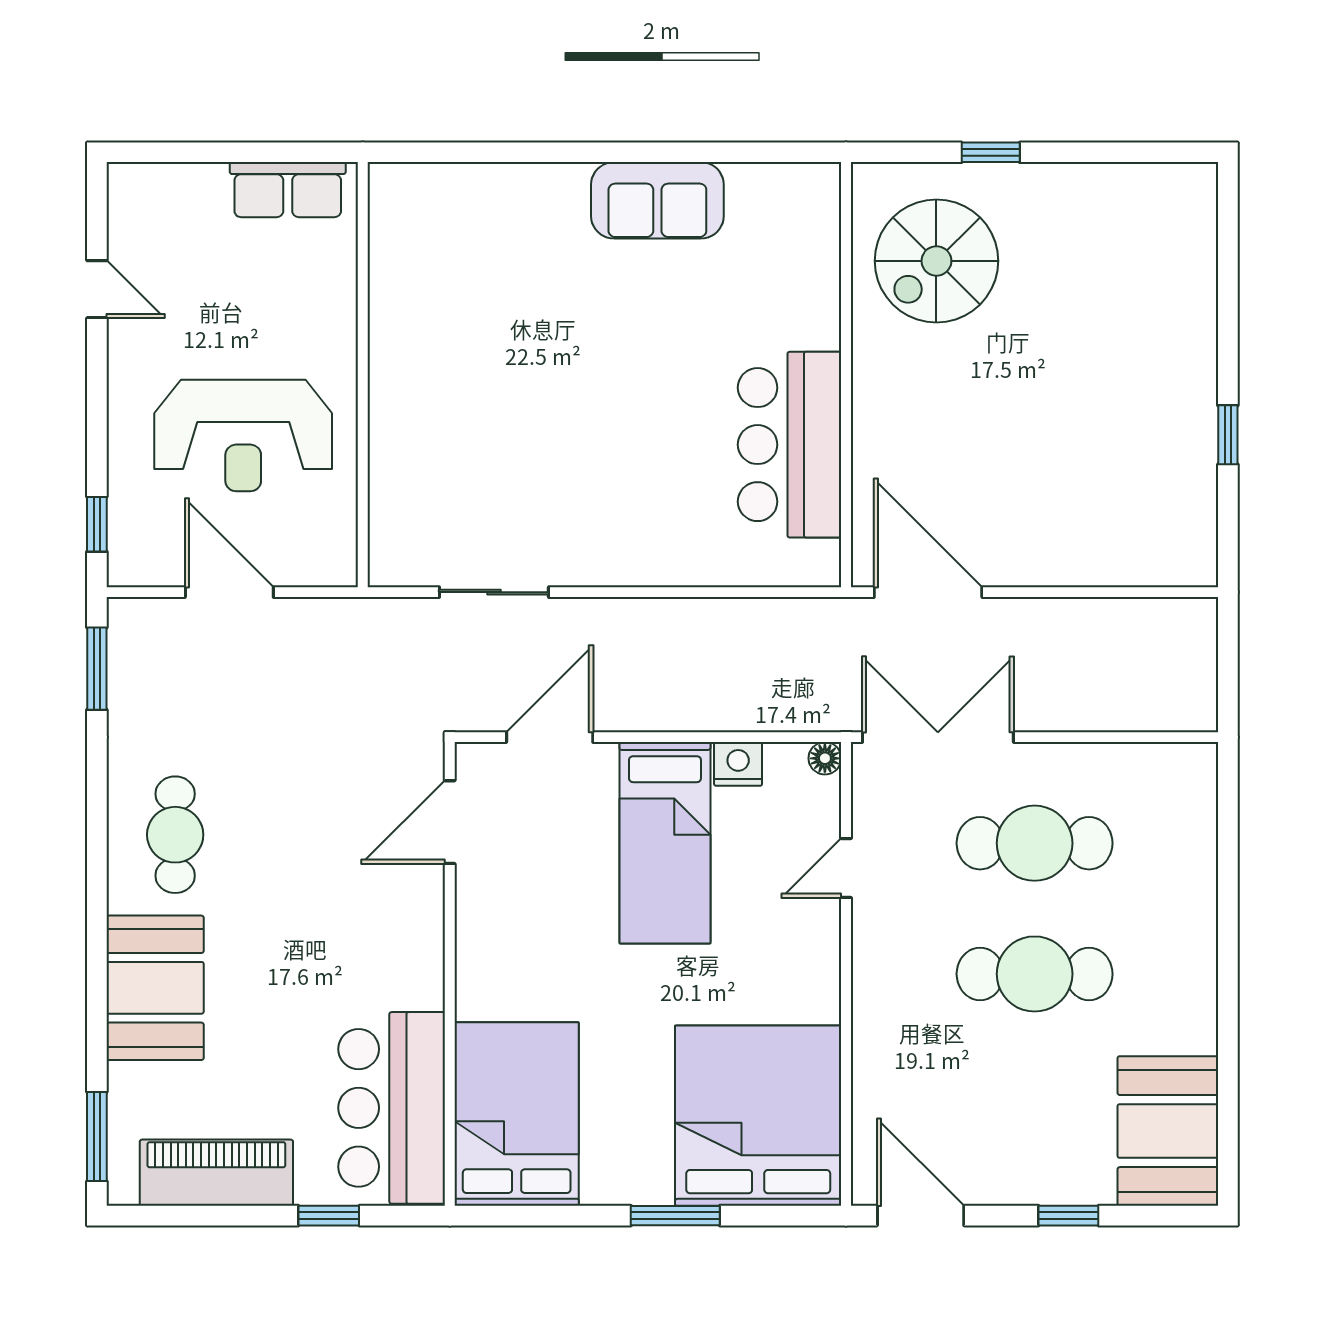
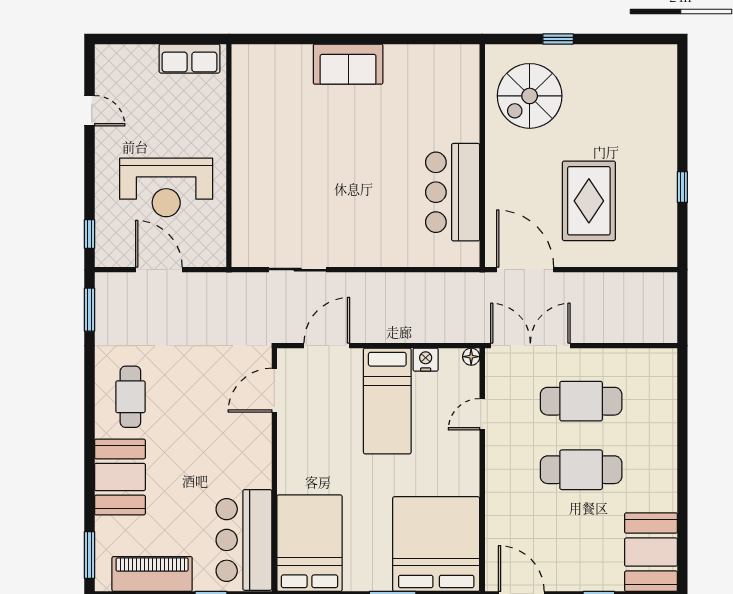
sofa: (657, 200) -> (348, 64), moved
rug: (1049, 461) -> (589, 201), added

